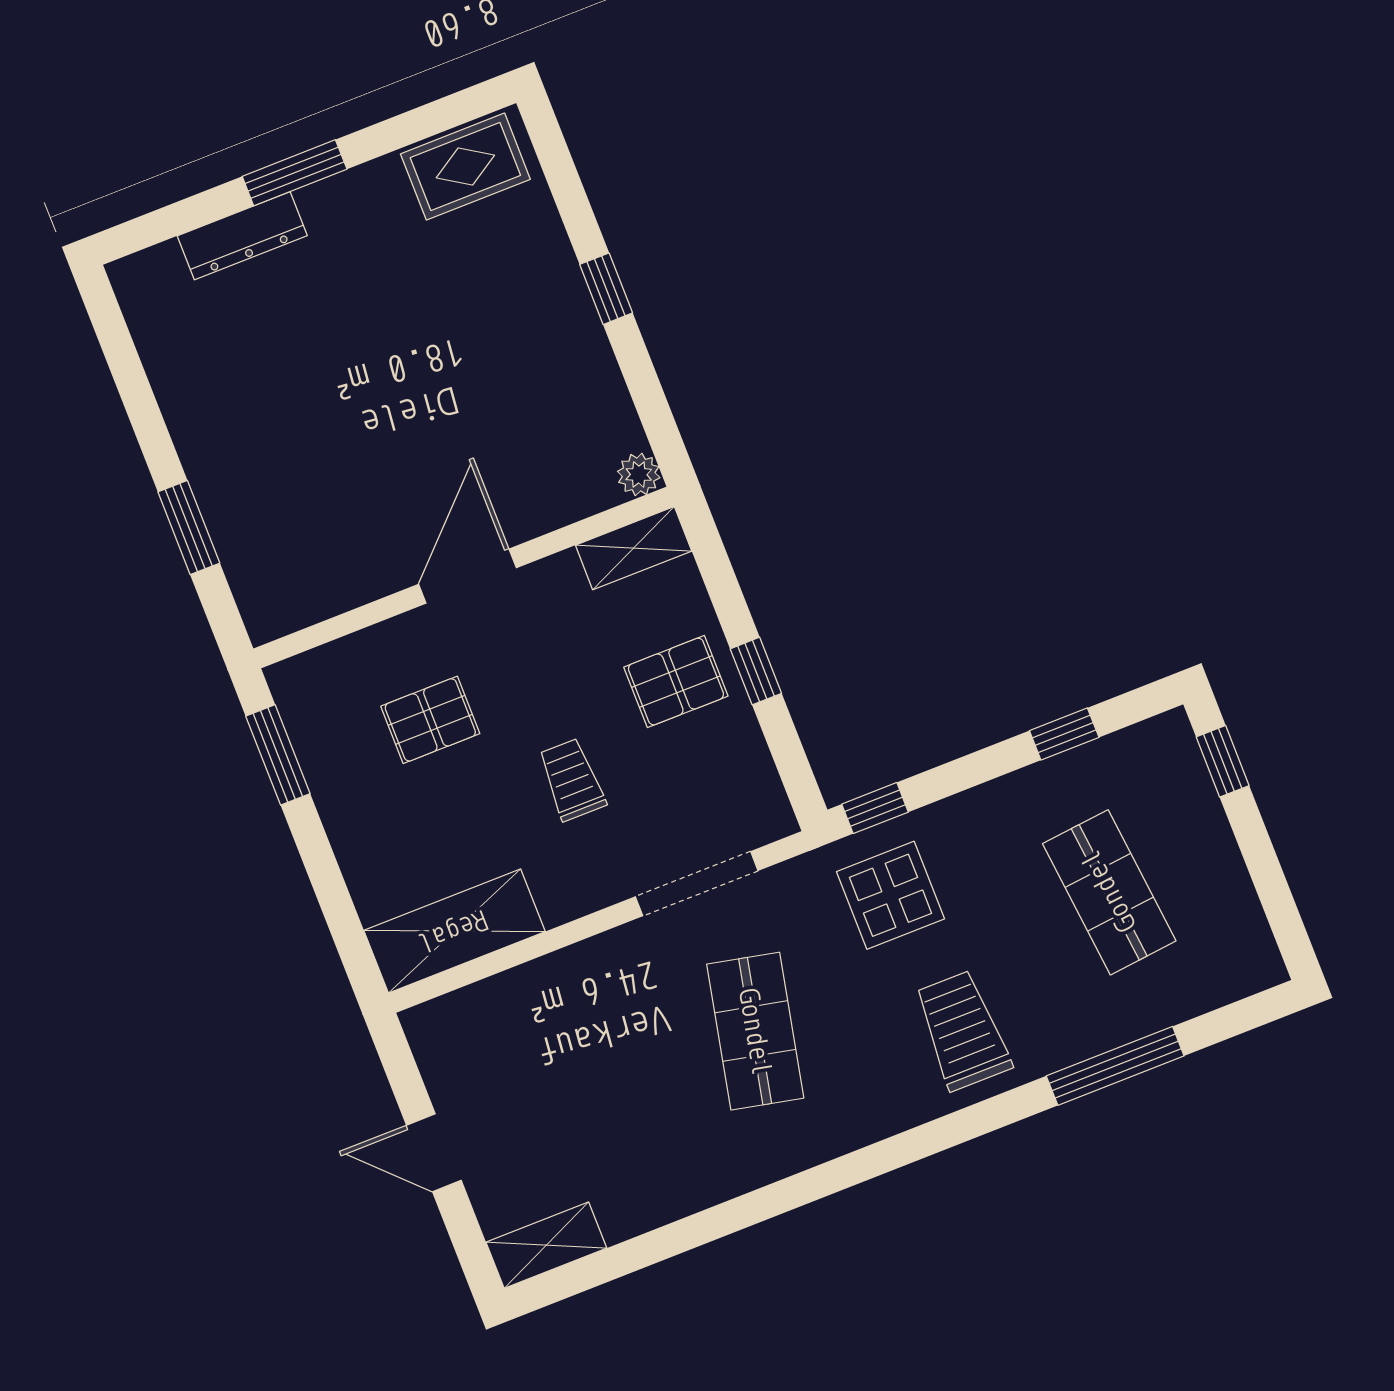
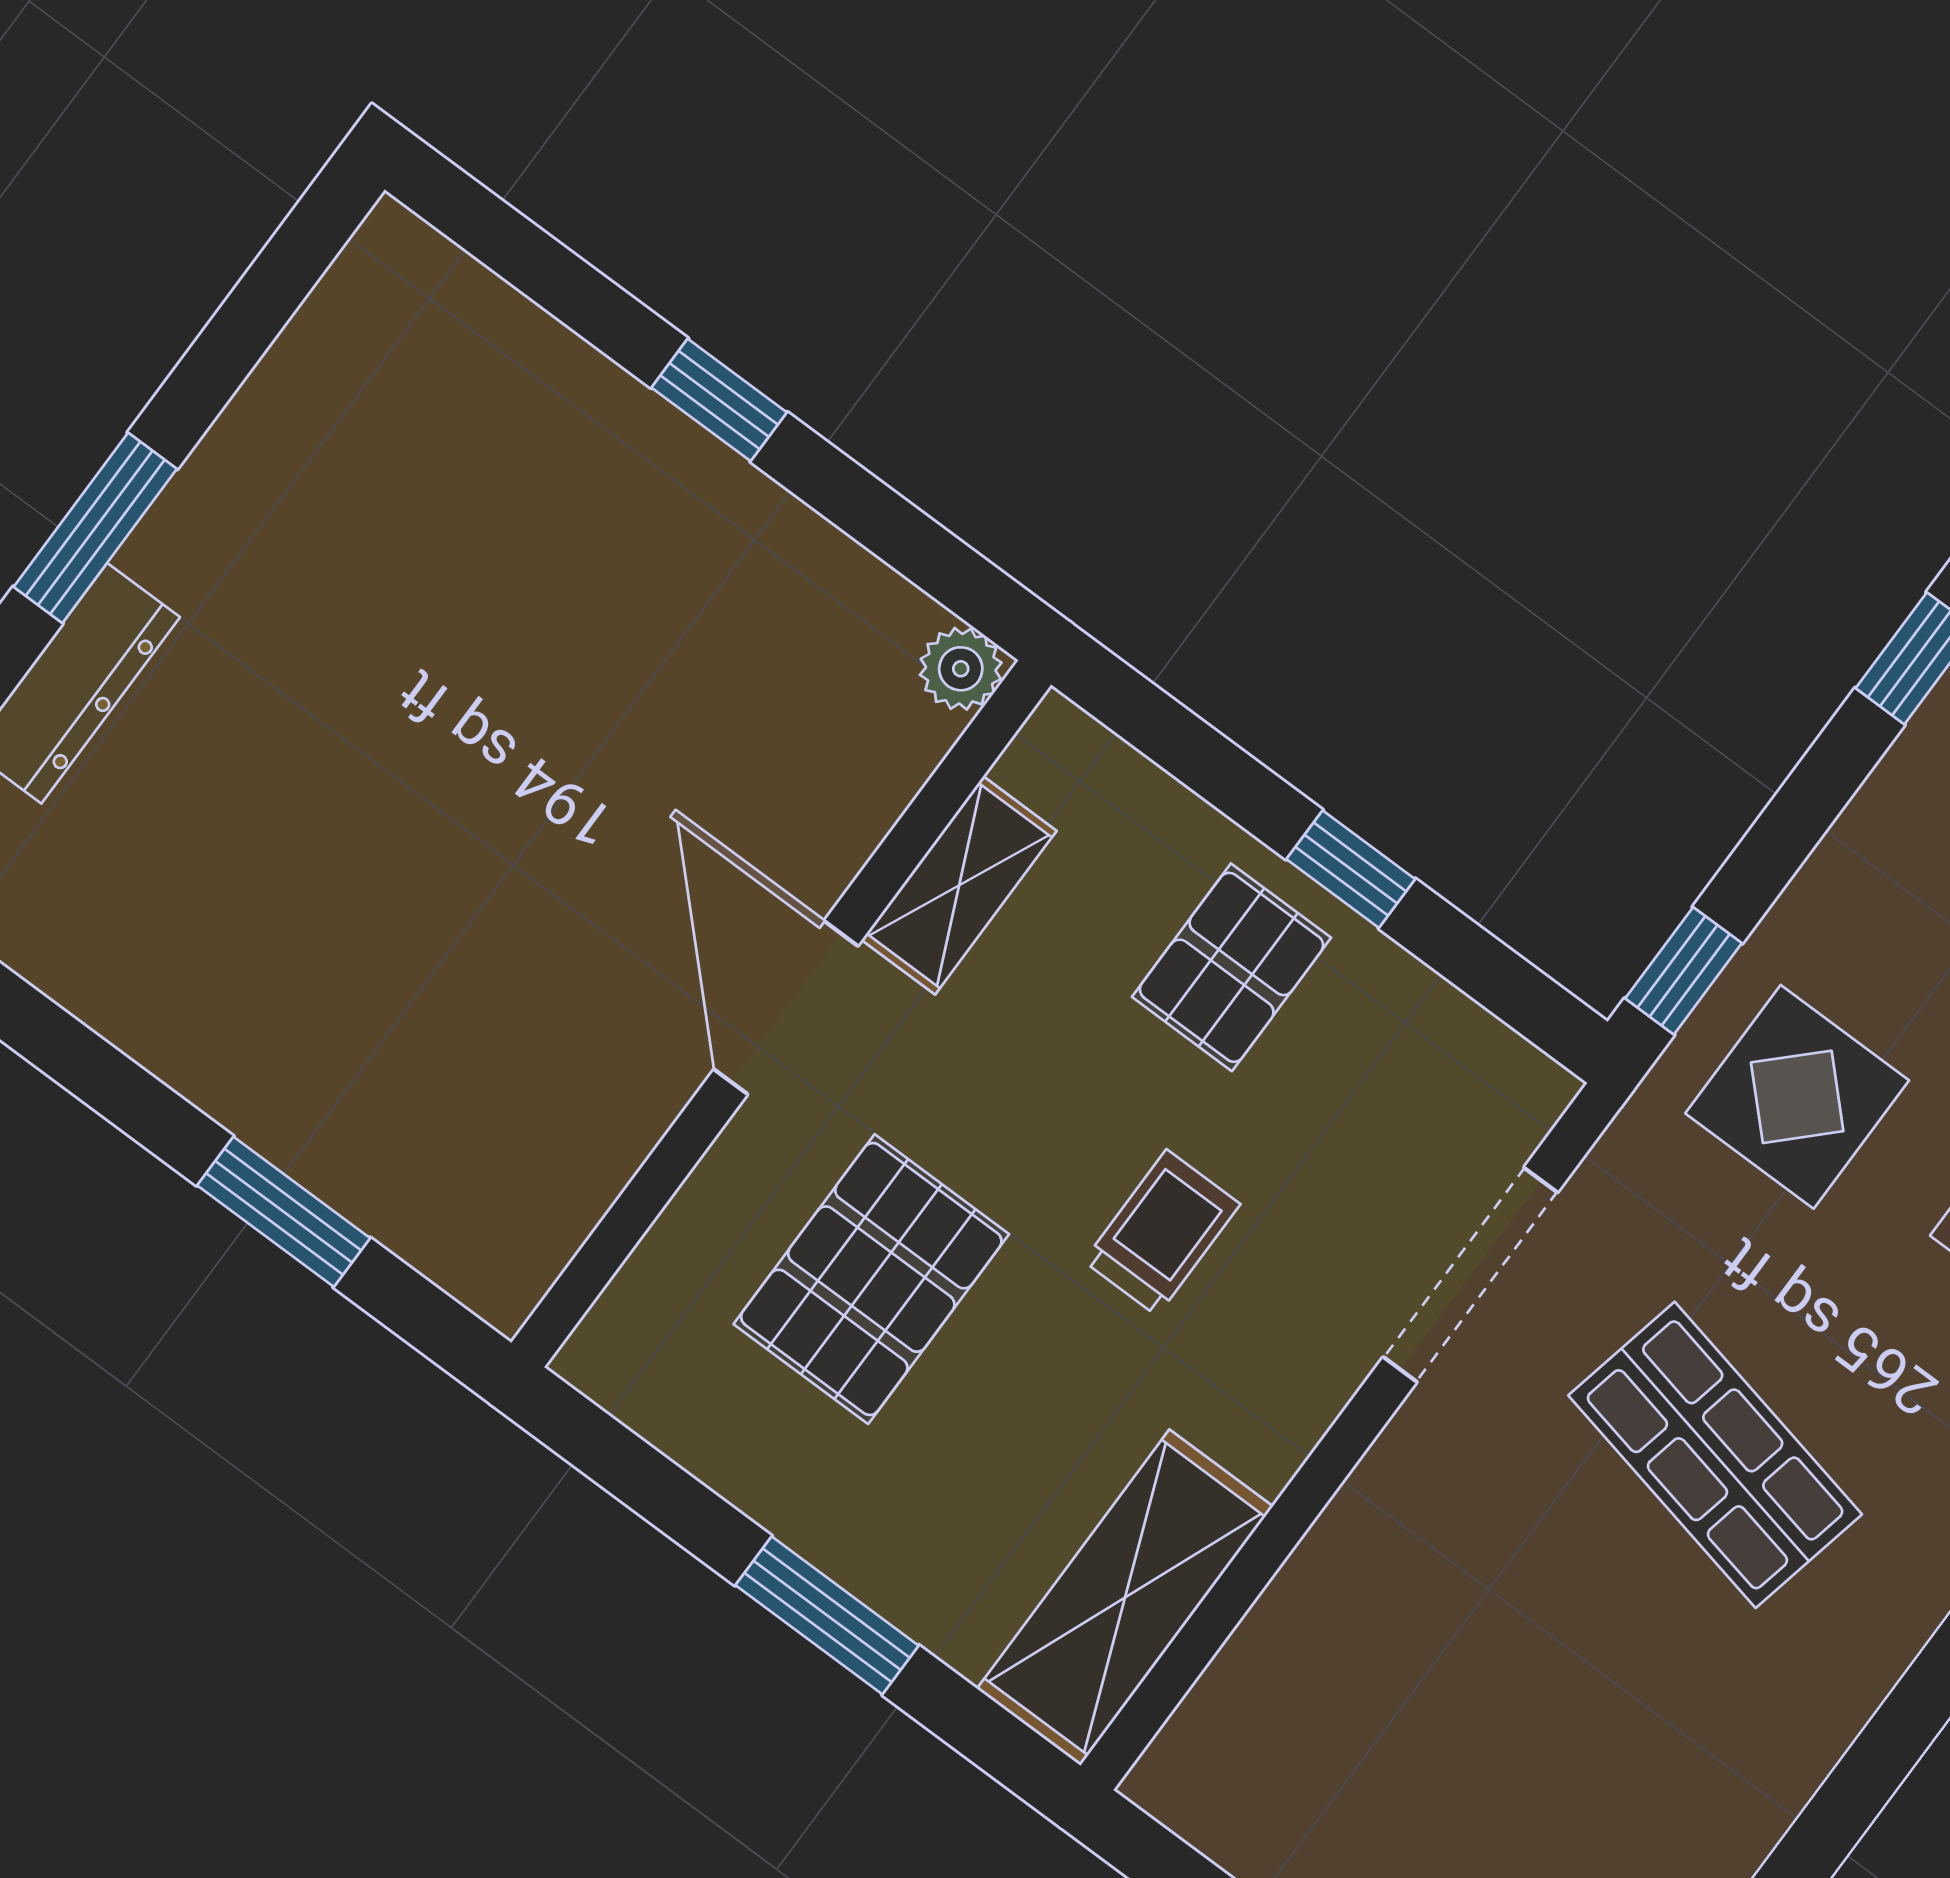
rug: (465, 167) -> (366, 344), removed
shelving: (634, 548) -> (959, 885), moved
pallet: (430, 720) -> (871, 1279), width x1.50, depth x1.42
window: (278, 755) -> (827, 1615), moved
trolley: (572, 780) -> (1162, 1233), turned 90

